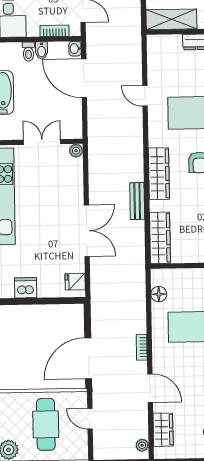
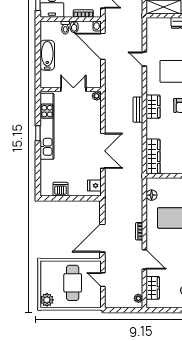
wardrobe: (159, 174) -> (153, 107), width x0.67
bench: (137, 201) -> (138, 110), moved

